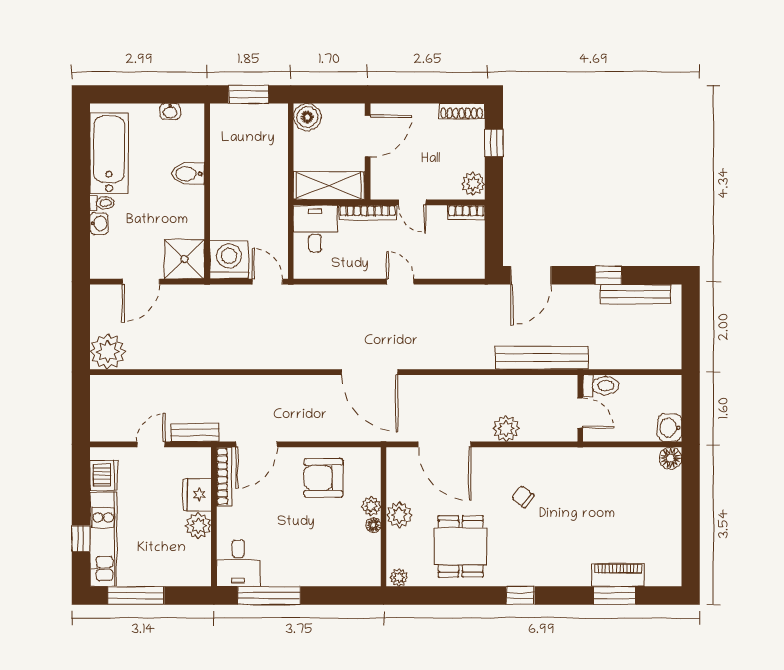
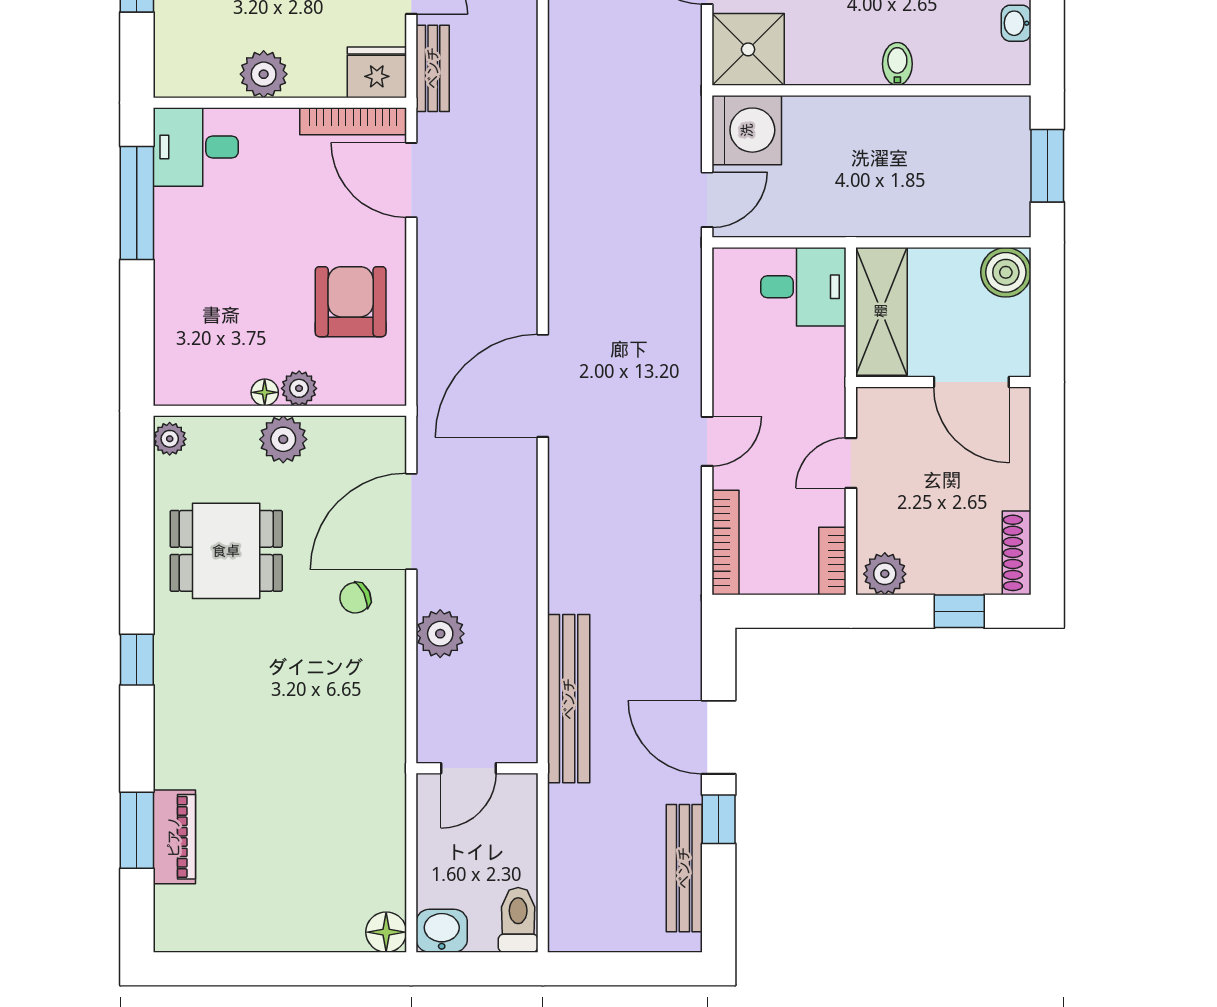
bidet: (188, 174) -> (897, 64), width x0.72, depth x0.74
bookcase: (368, 213) -> (725, 542), moved, turned 180
door: (531, 275) -> (719, 737), moved
toilet: (601, 386) -> (518, 920), moved, turned 180
fridge: (197, 495) -> (377, 72), moved
chair: (523, 497) -> (355, 598), moved, turned -152

